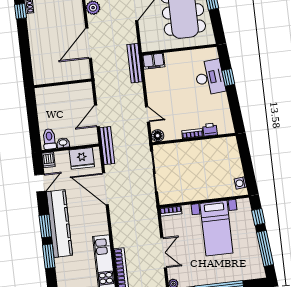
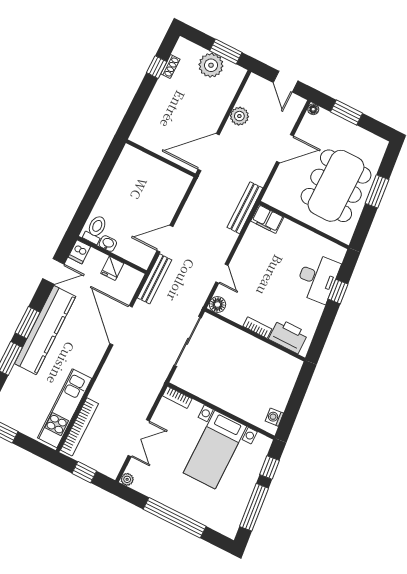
wall: (63, 83) -> (161, 158), moved
printer: (210, 130) -> (288, 336), width x1.87, depth x1.48
fridge: (82, 158) -> (112, 268), width x0.53, depth x0.75

